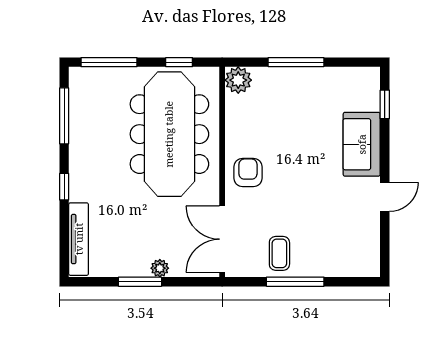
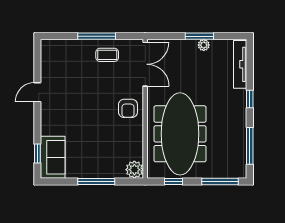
sofa: (362, 144) -> (53, 157), moved
coffee table: (279, 253) -> (107, 55), turned 90
plant: (160, 268) -> (204, 45), moved

